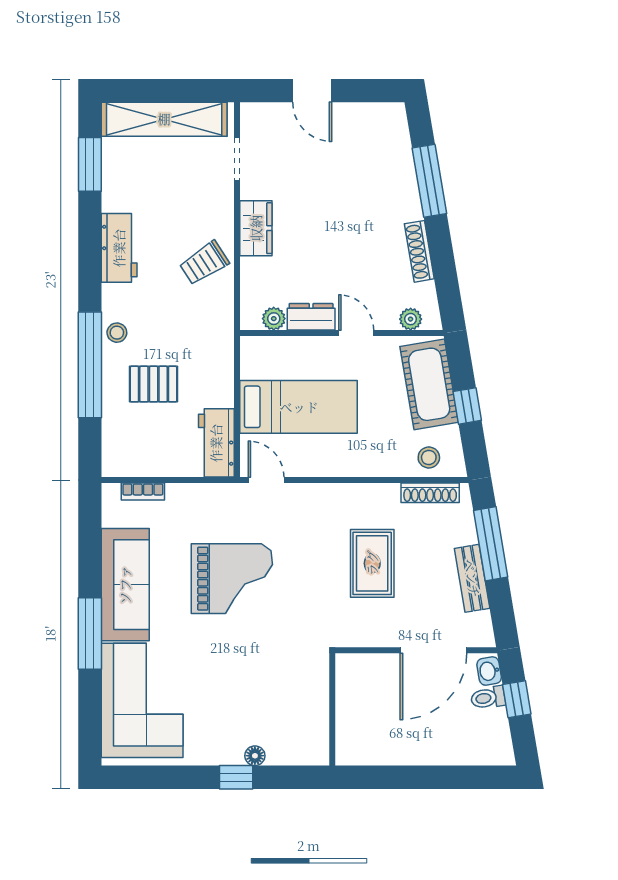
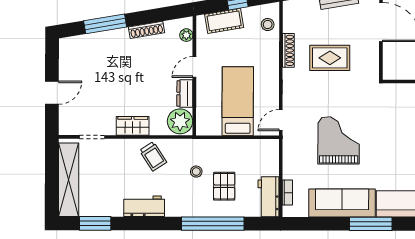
plant: (274, 319) -> (180, 121), width x1.88, depth x1.88
stool: (117, 333) -> (196, 172), moved
cot: (429, 384) -> (224, 21), width x0.73, depth x0.75
workbench: (216, 443) -> (268, 197), moved, turned 90
shoe rack: (430, 493) -> (288, 50), moved

